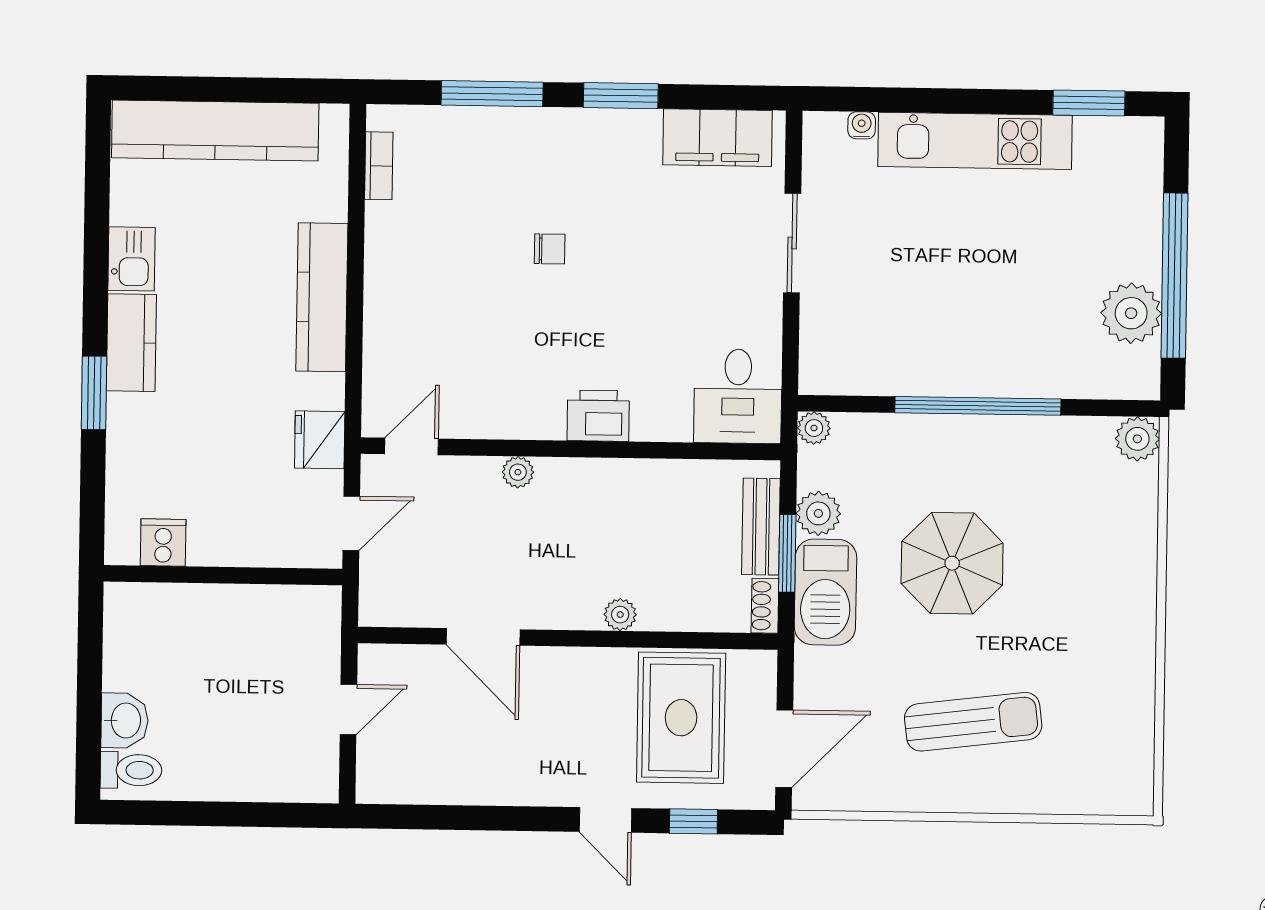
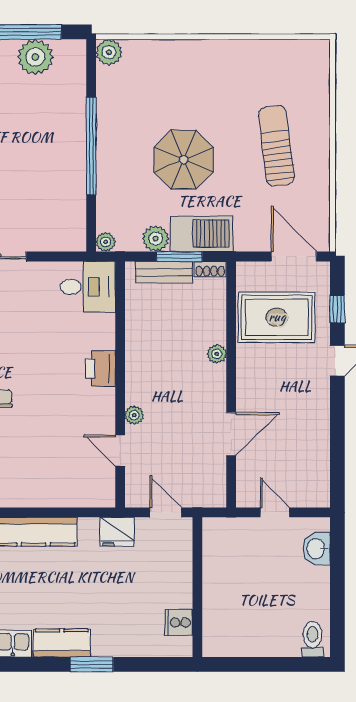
door: (412, 446) -> (120, 451), moved
washbasin: (125, 721) -> (316, 549), moved, turned -90

